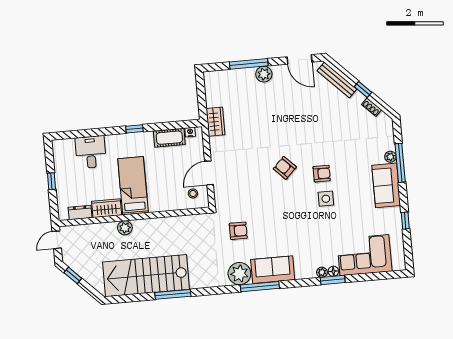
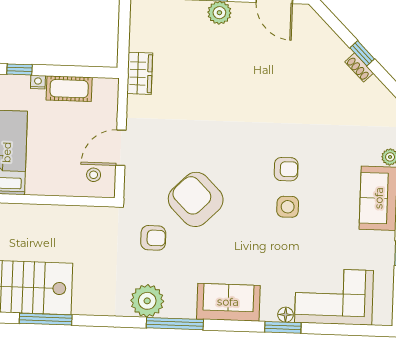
bench: (337, 80) -> (326, 35), removed
shoe rack: (372, 107) -> (359, 67), moved
nightstand: (190, 132) -> (38, 82), moved
armchair: (285, 168) -> (196, 199), moved, width x1.88, depth x1.88
sofa: (273, 270) -> (228, 302), moved
plant: (322, 272) -> (268, 314), removed

